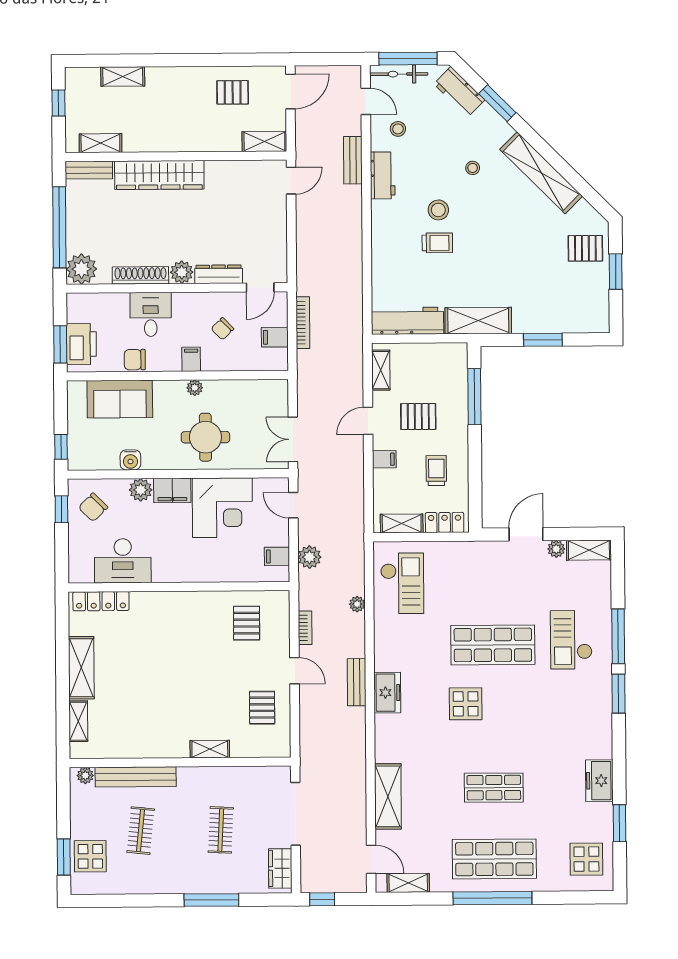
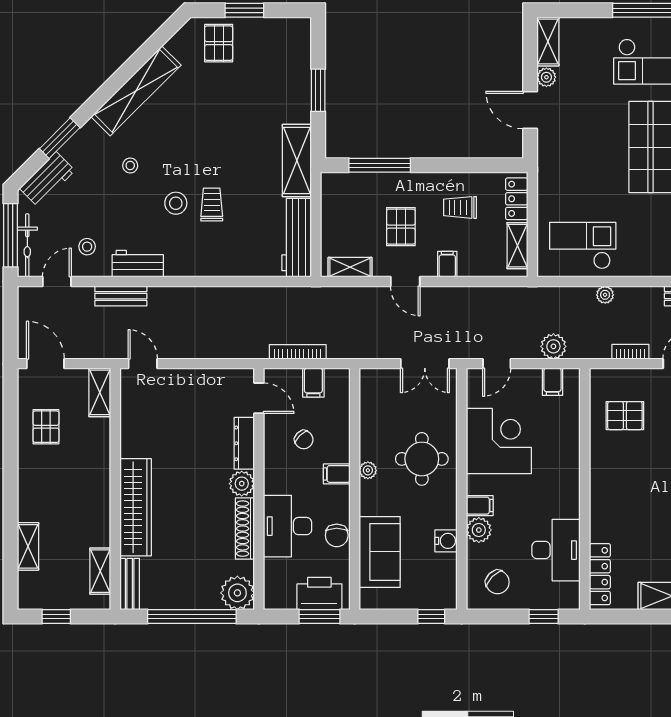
desk: (151, 314) -> (288, 526), width x1.37
filing cabinet: (172, 490) -> (480, 506), width x0.50
window: (61, 509) -> (544, 617), moved

